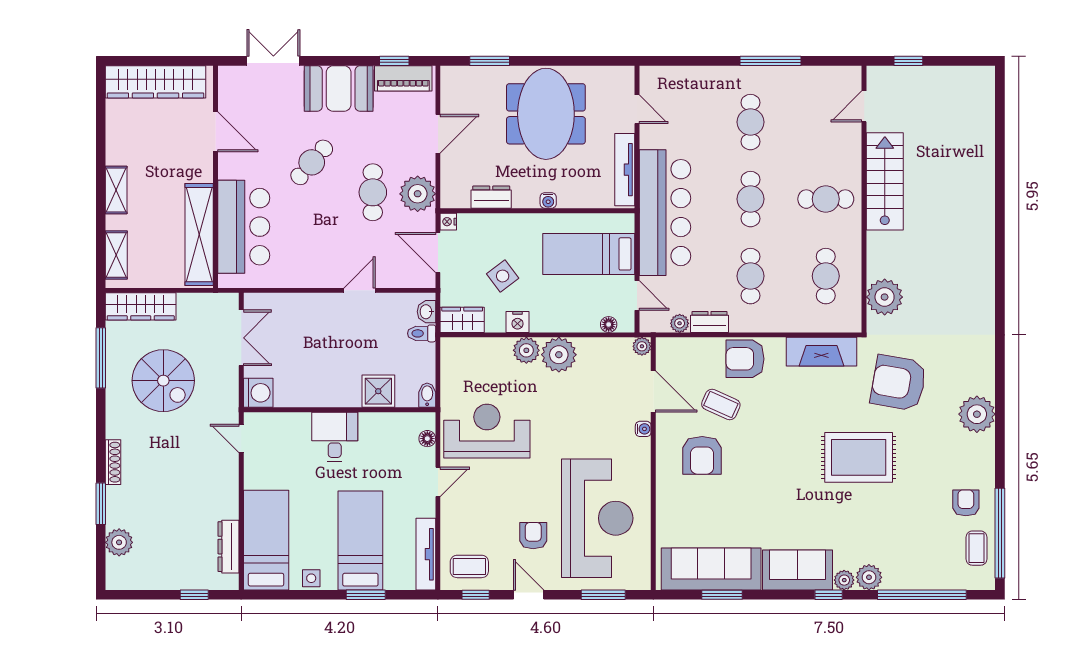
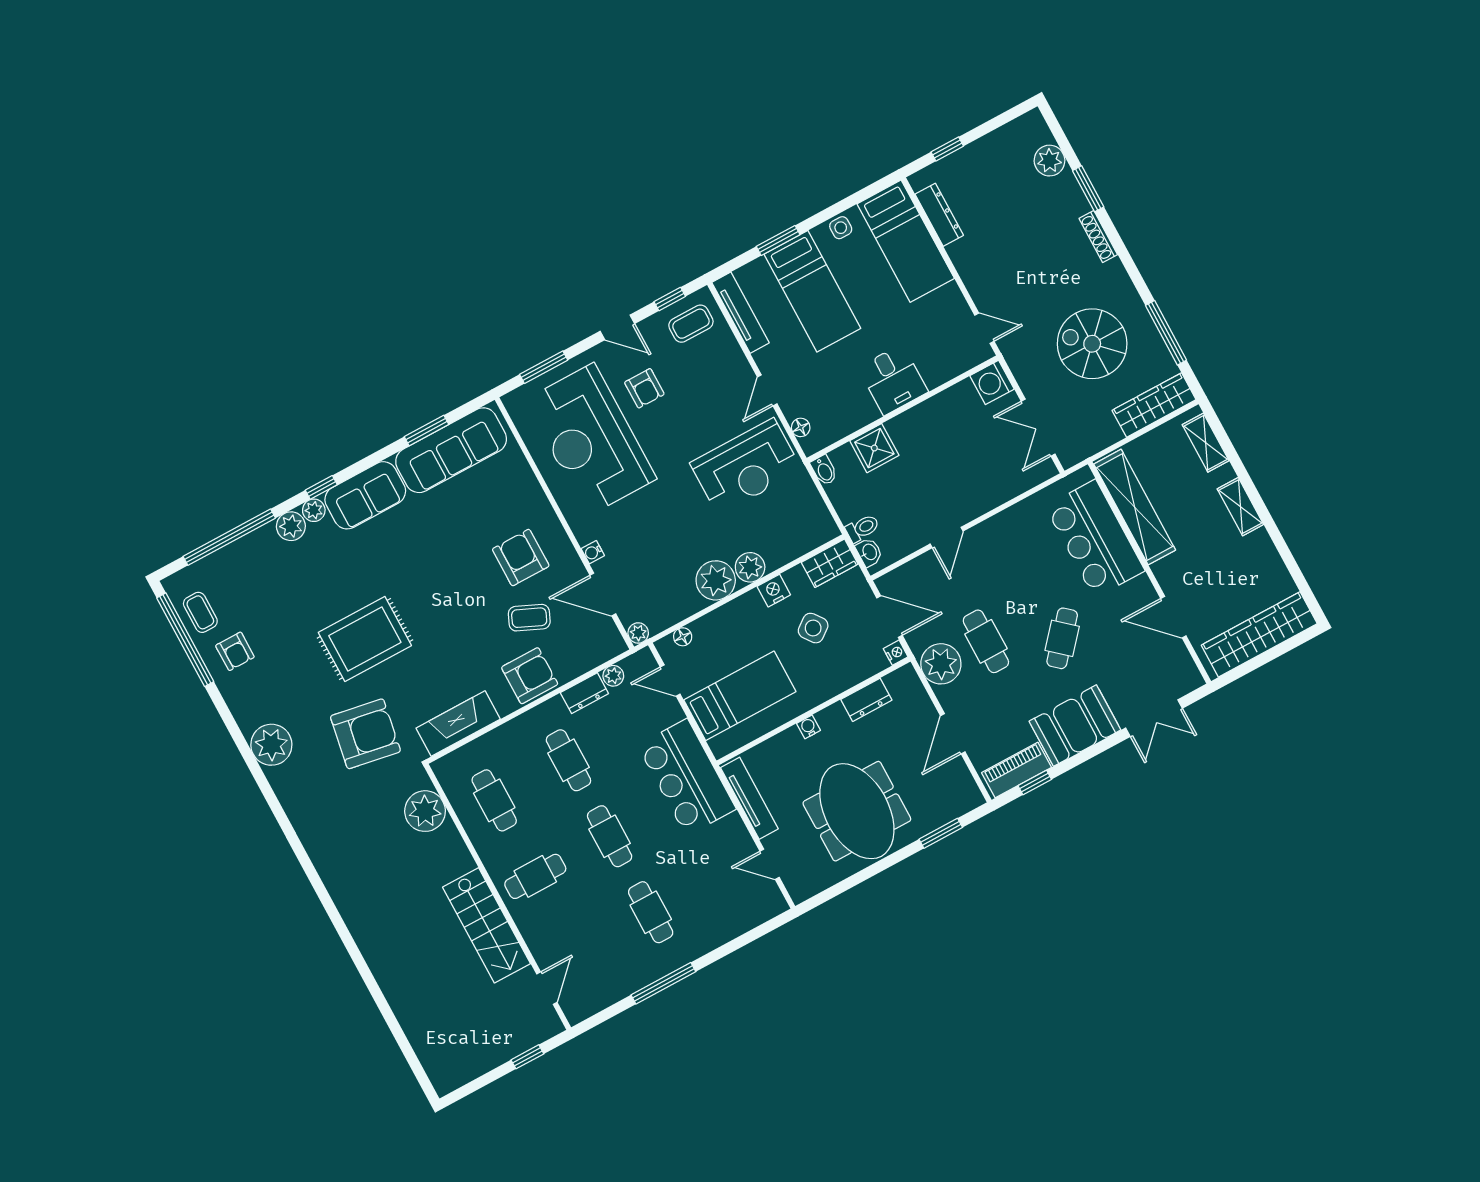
bar counter: (665, 213) -> (687, 777), width x0.73

